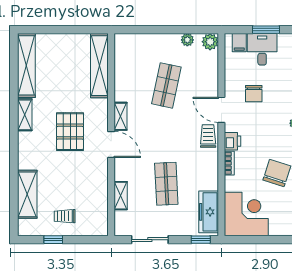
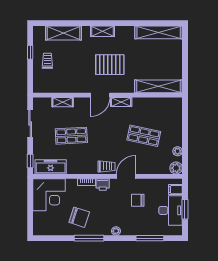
desk: (262, 49) -> (171, 210), width x1.37
shelving: (25, 115) -> (103, 31), moved

